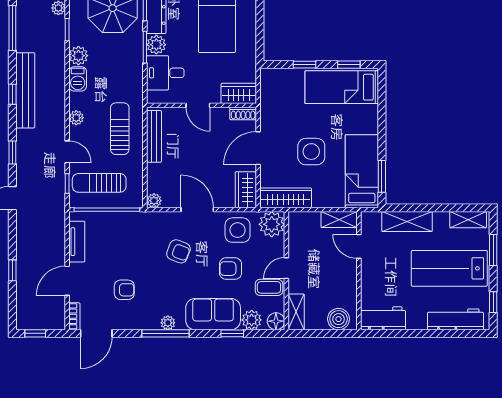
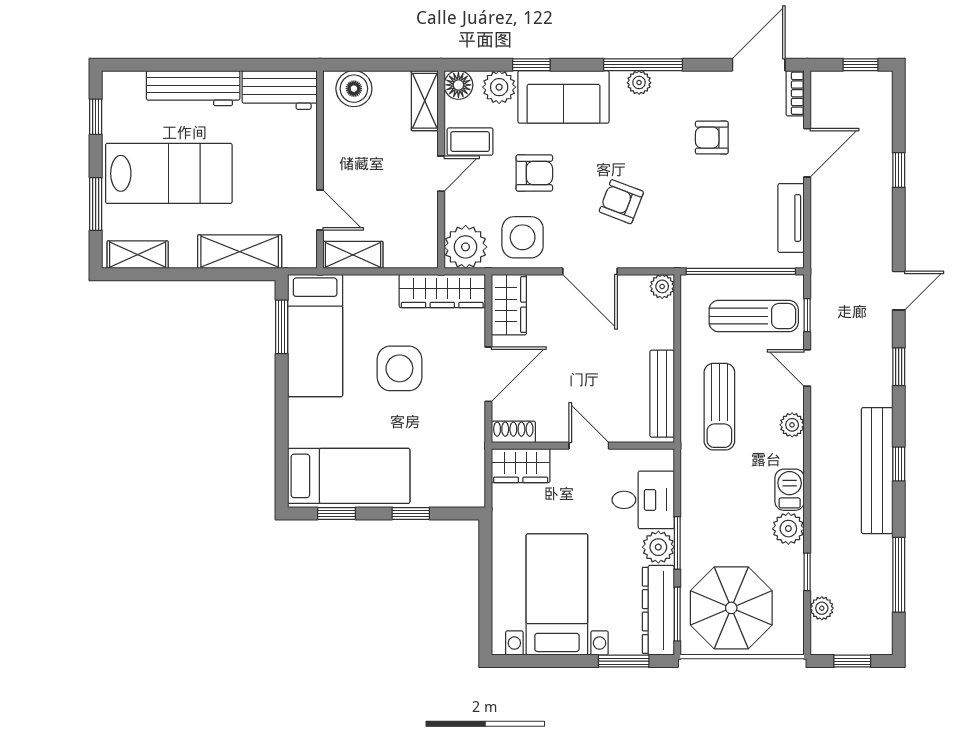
workbench: (456, 319) -> (193, 88), moved

